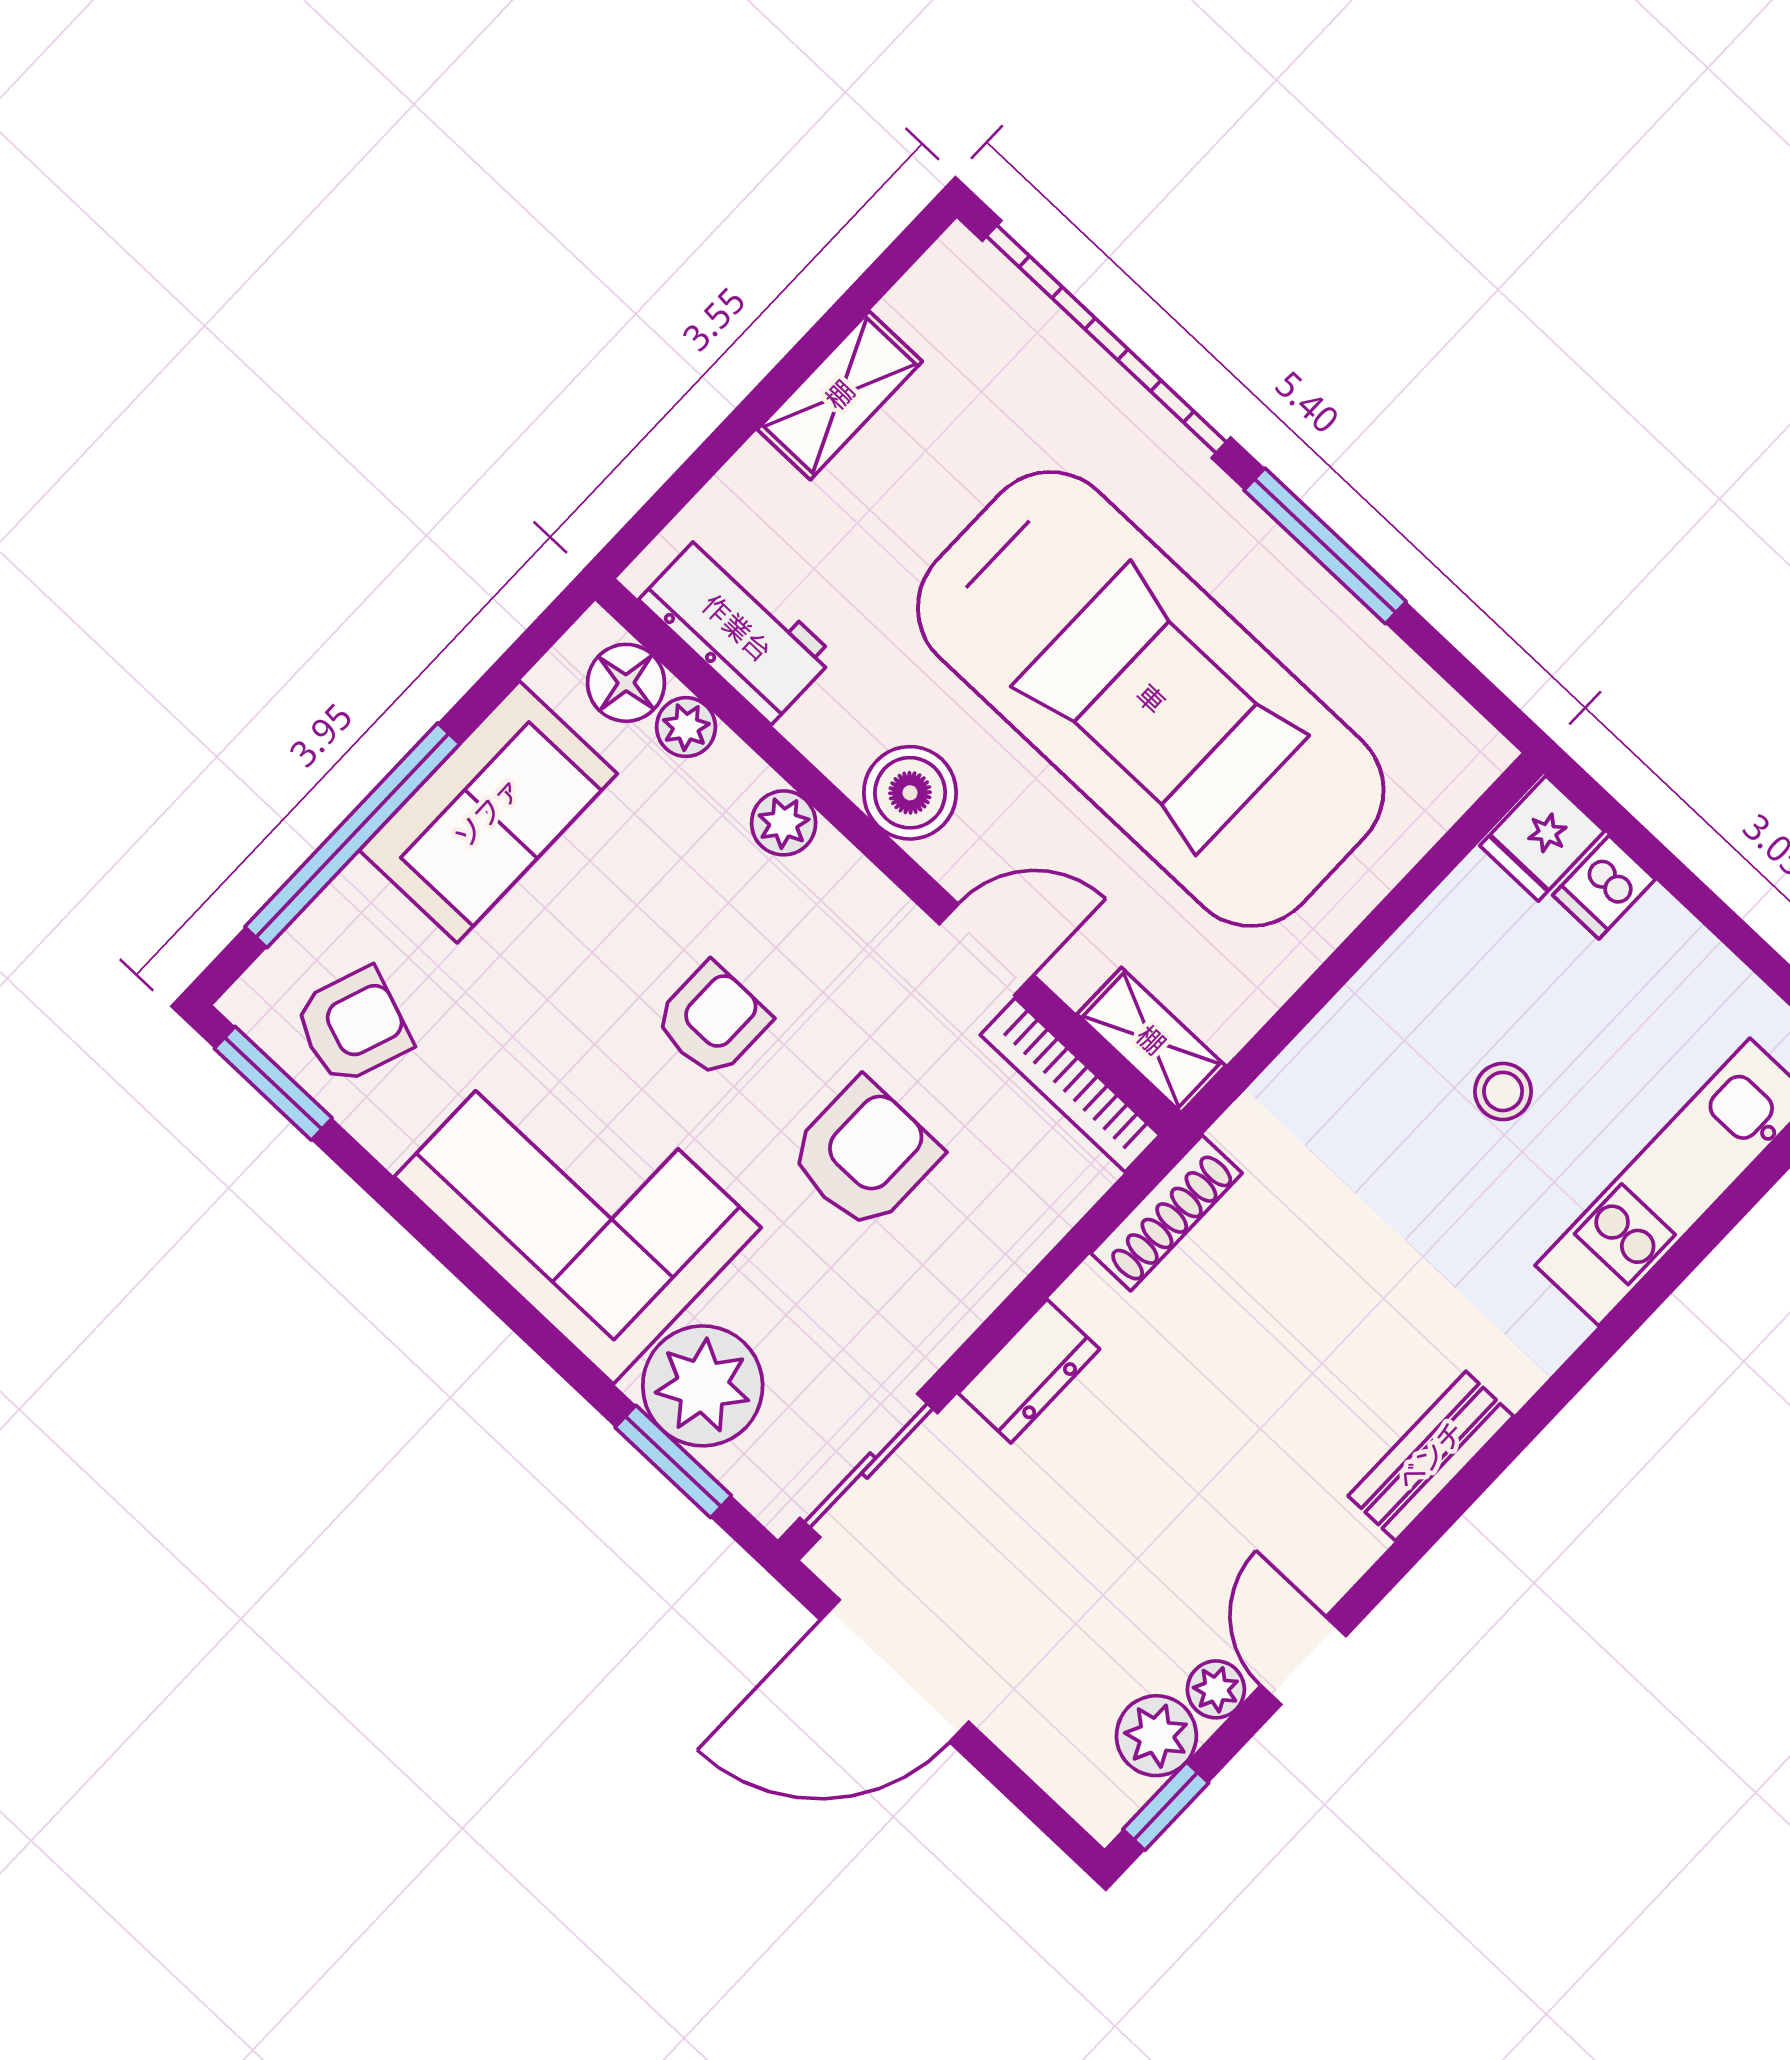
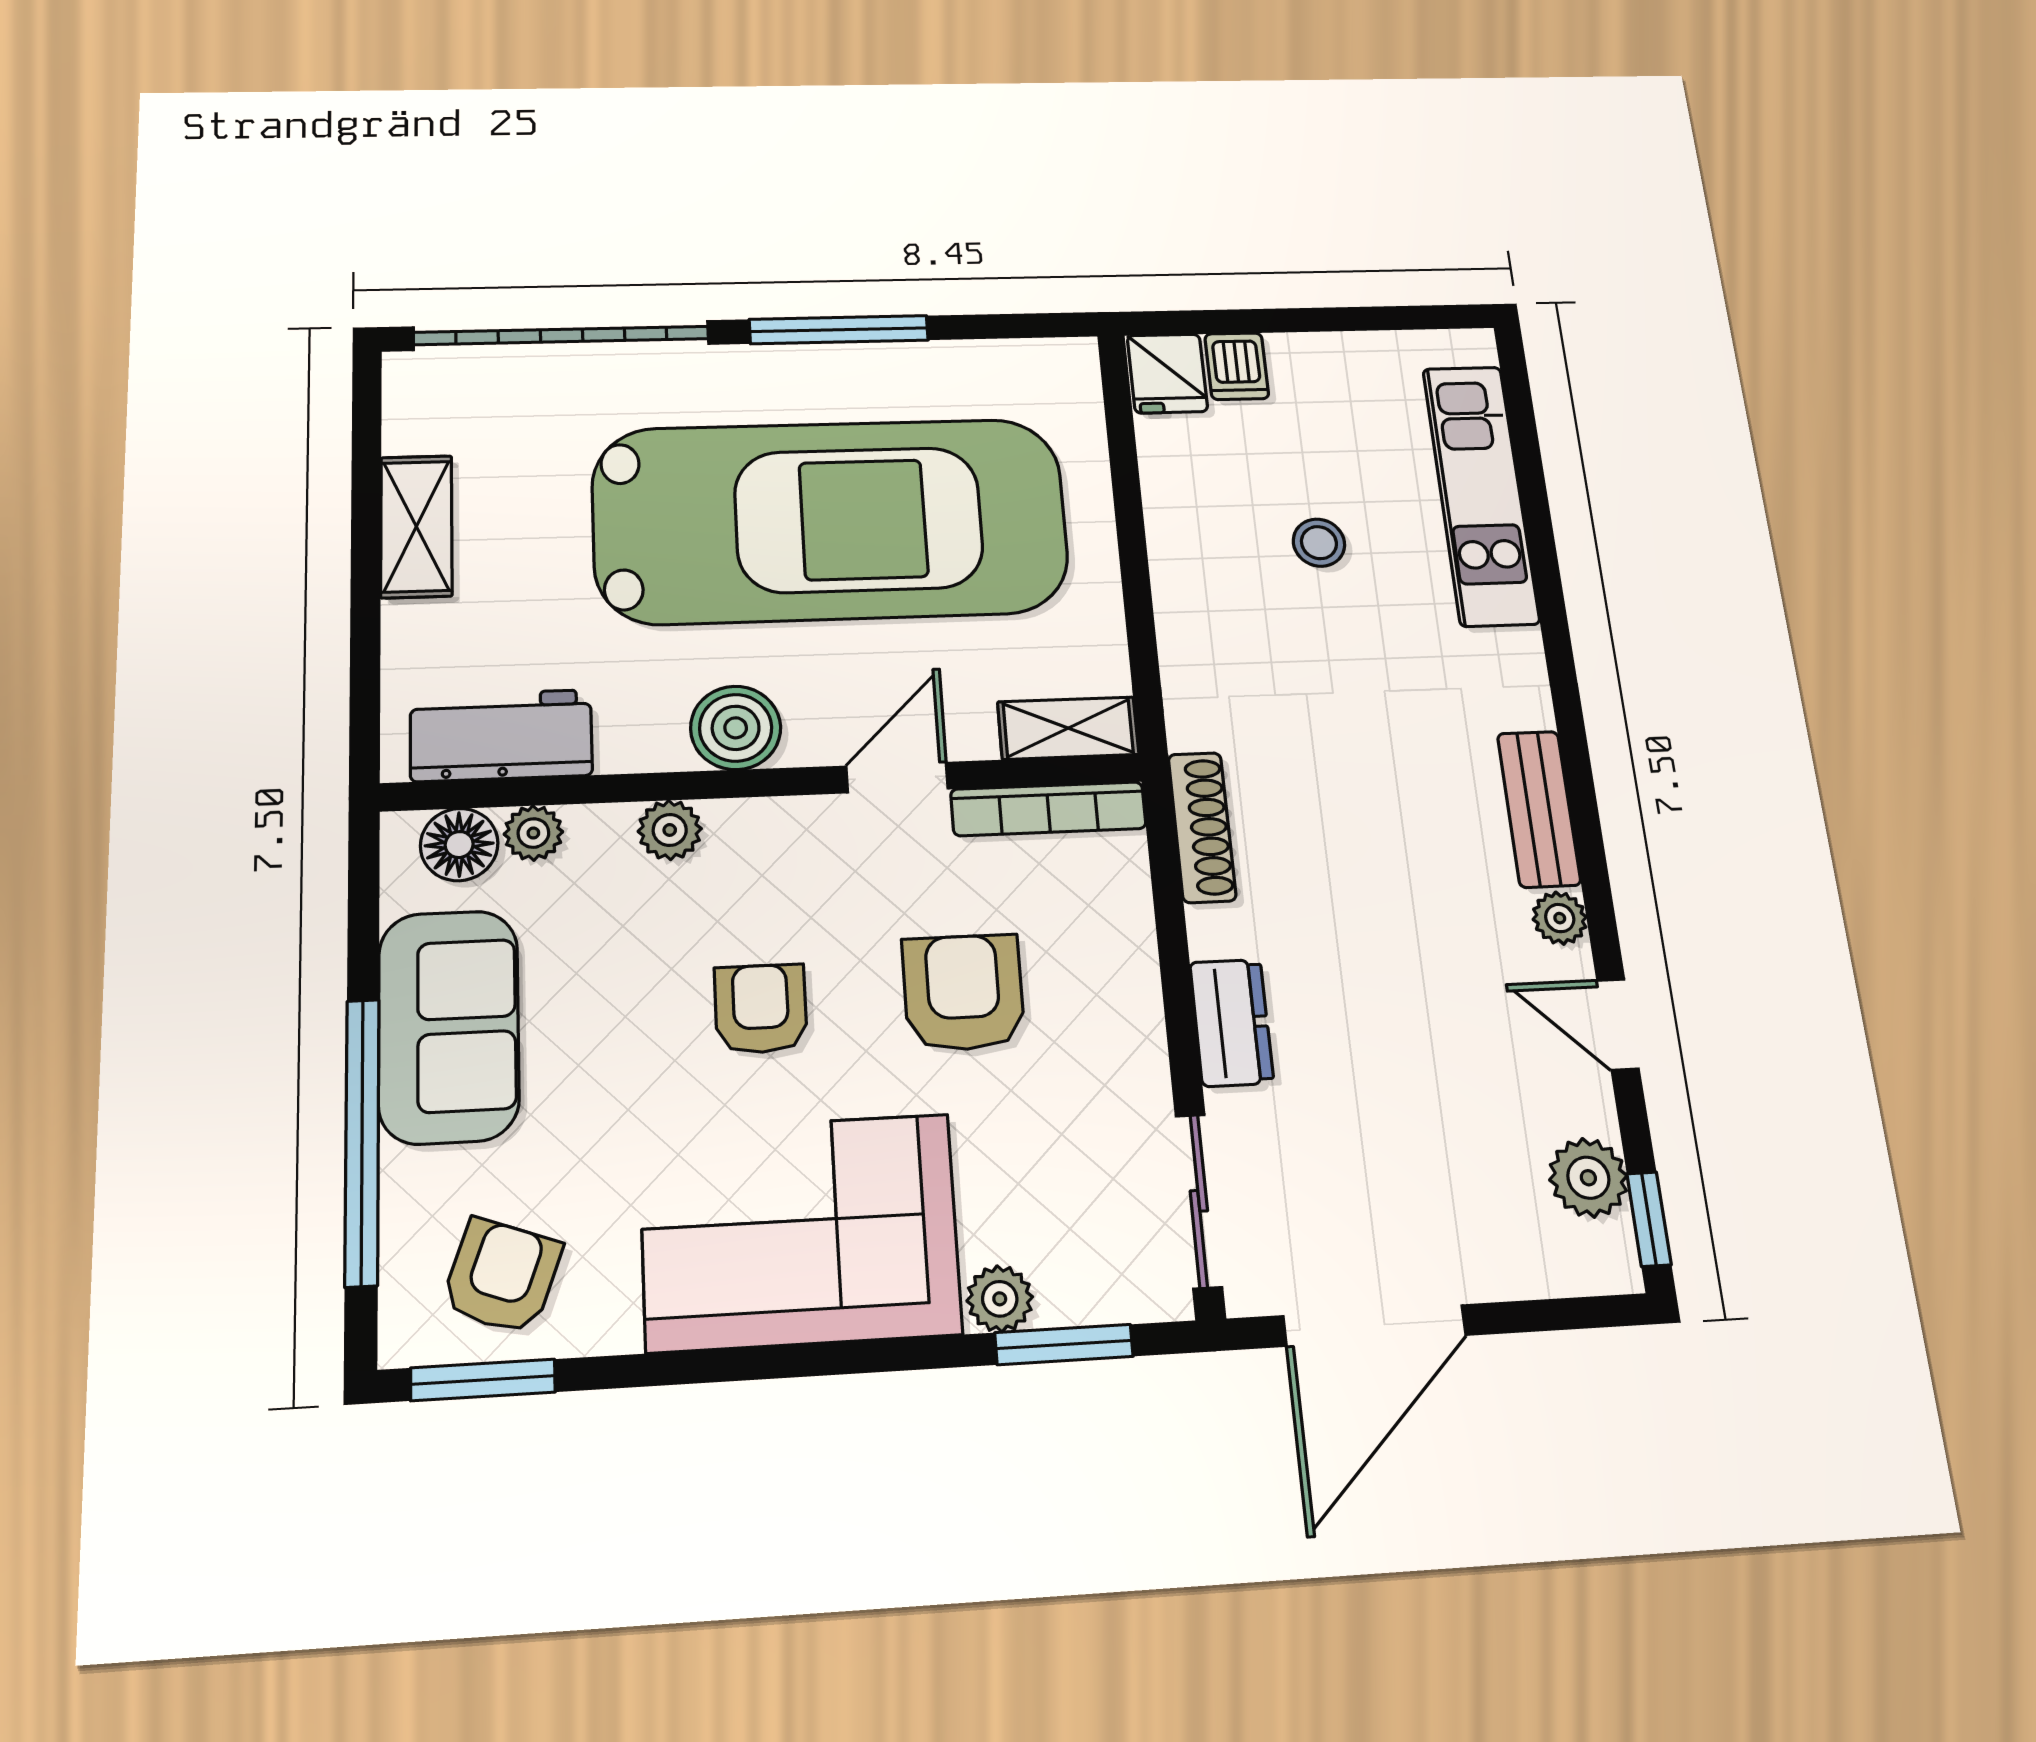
plant: (703, 1386) -> (1000, 1299), width x0.53, depth x0.53
plant: (1216, 1689) -> (1560, 918), moved

